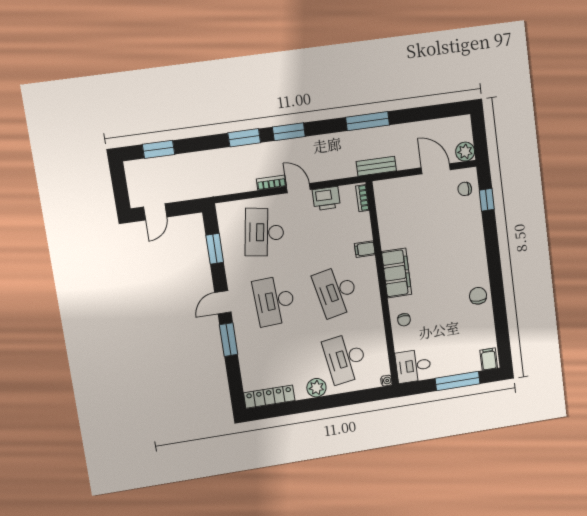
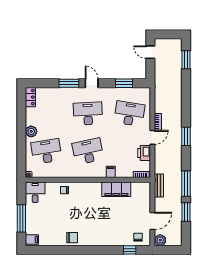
window: (244, 138) -> (186, 212), moved
filing cabinet: (397, 273) -> (116, 189), moved
locker: (269, 397) -> (30, 97), width x0.66

